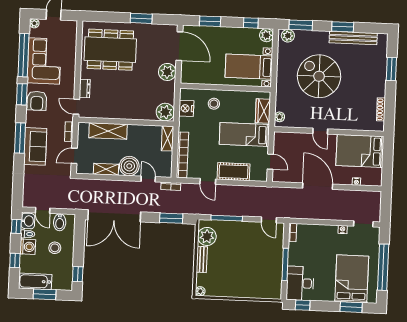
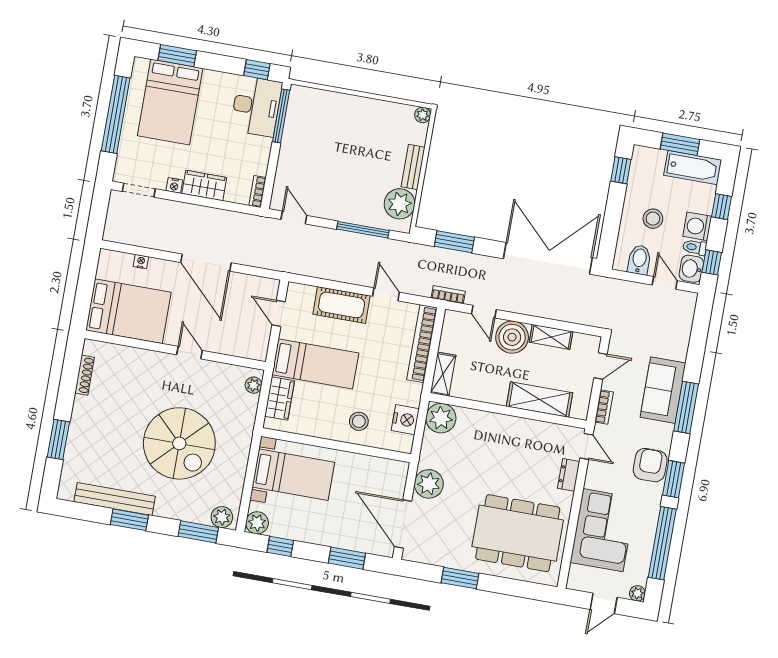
corner sofa: (44, 61) -> (603, 530), moved, turned 180
wardrobe: (325, 232) -> (204, 185), added
window: (285, 264) -> (281, 116), moved

